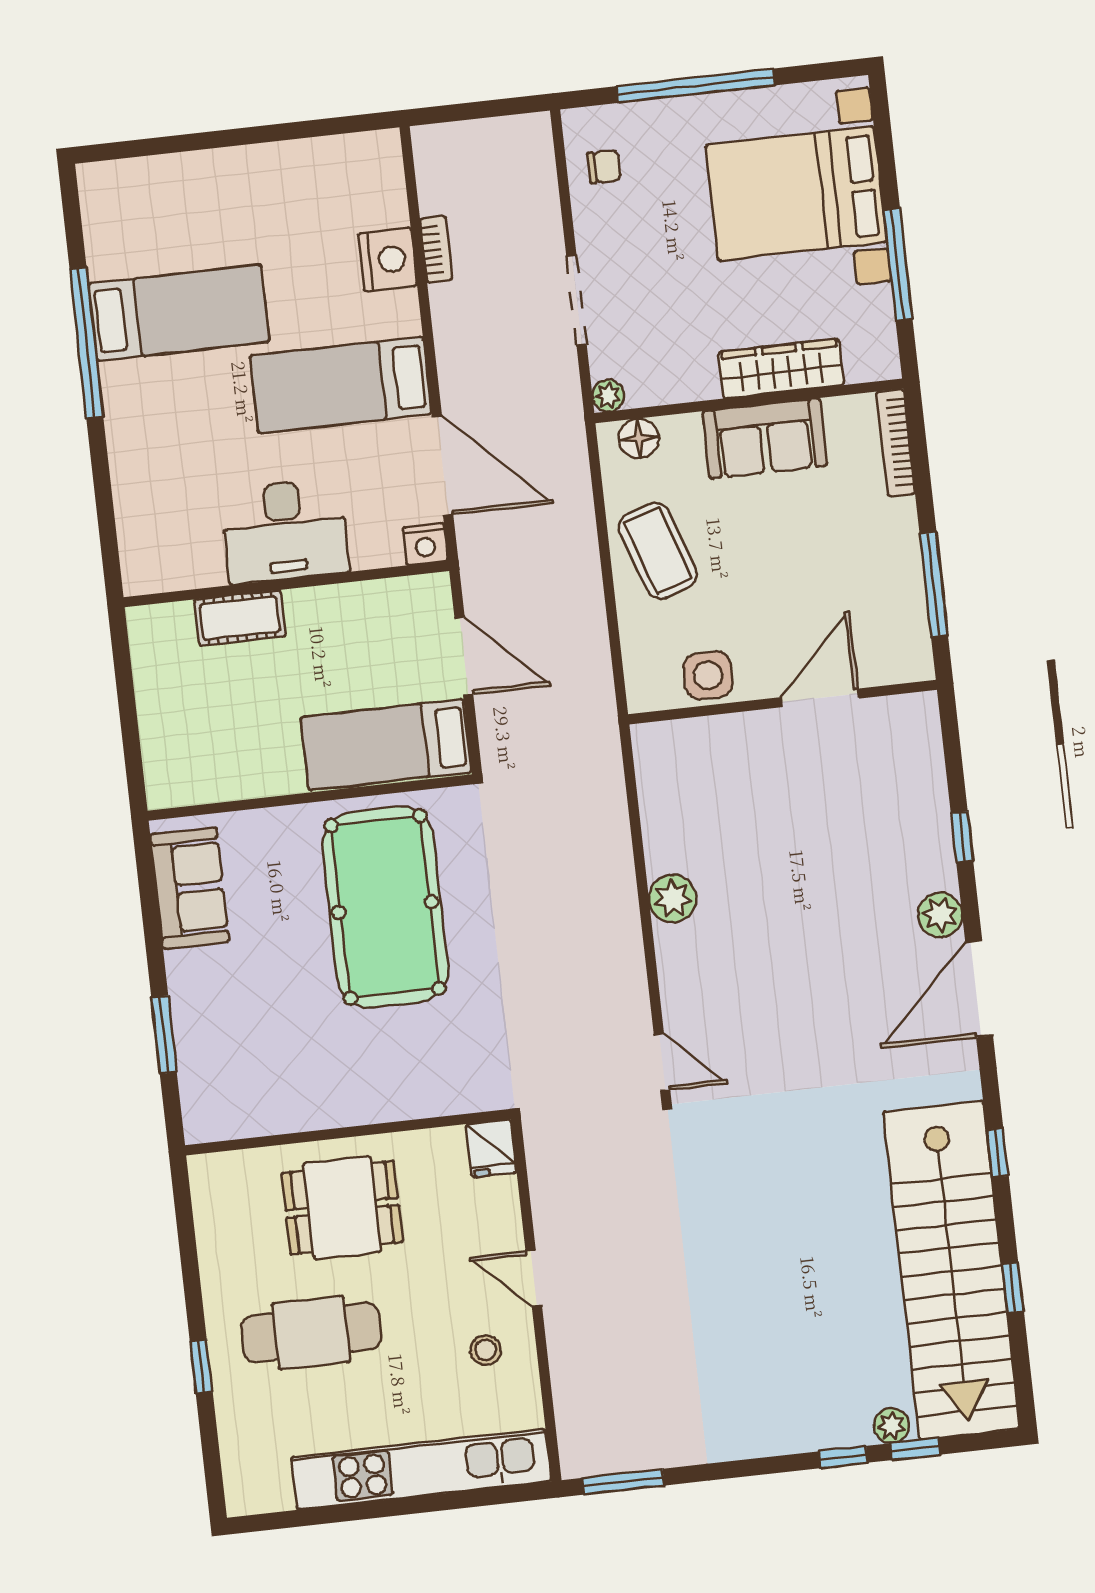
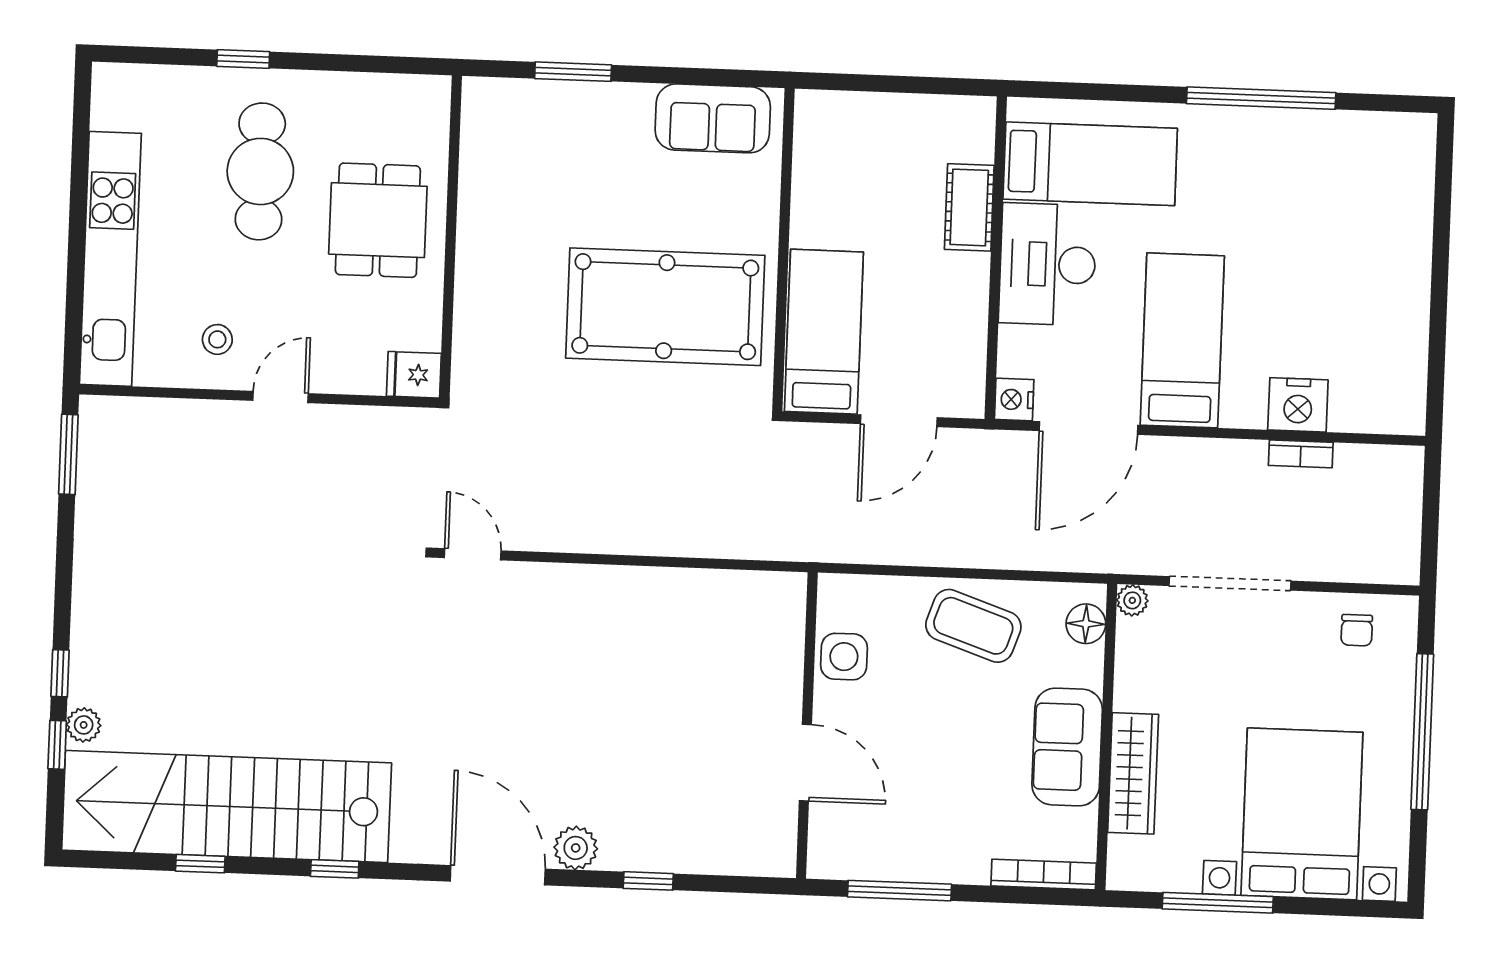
doorway: (577, 300) -> (1230, 583), width x1.36
bed: (179, 313) -> (1090, 164), moved, turned -90
coffee table: (658, 551) -> (973, 626), turned 38
plant: (673, 899) -> (631, 589), removed
door: (662, 1062) -> (473, 554), swing flipped

